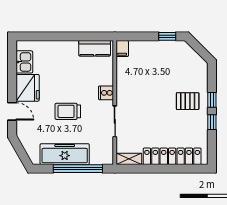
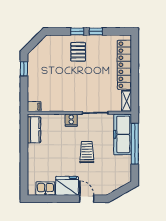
door: (12, 111) -> (87, 199), hinge flipped
trolley: (68, 111) -> (87, 152), turned 180
freezer: (65, 154) -> (123, 134), moved

